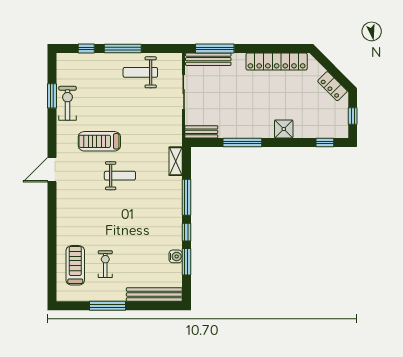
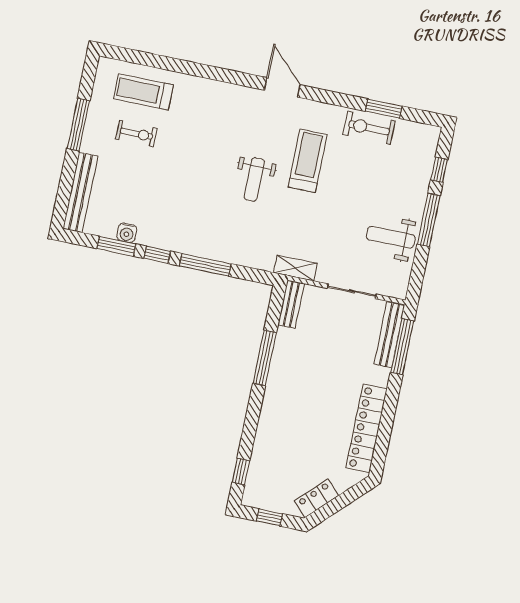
weight bench: (140, 72) -> (391, 237), turned -90
exercise bike: (67, 103) -> (369, 128), turned 180
shower: (284, 129) -> (271, 419), removed
shelving: (176, 161) -> (295, 268), moved
treadmill: (75, 265) -> (143, 92), turned 180

